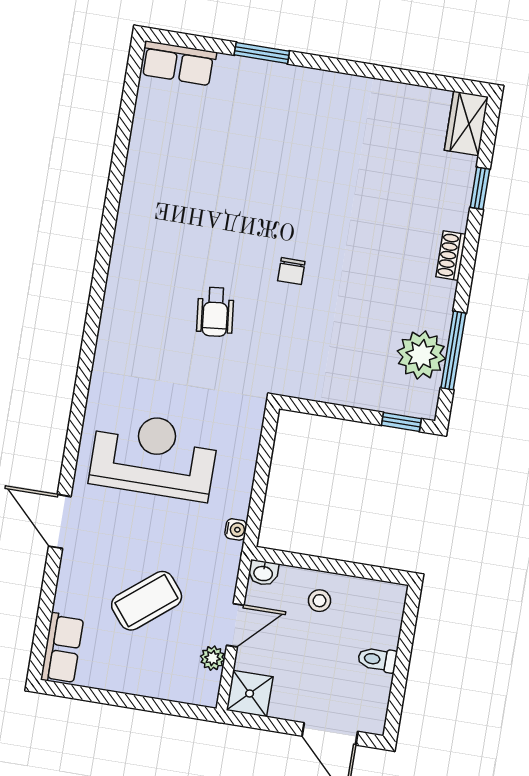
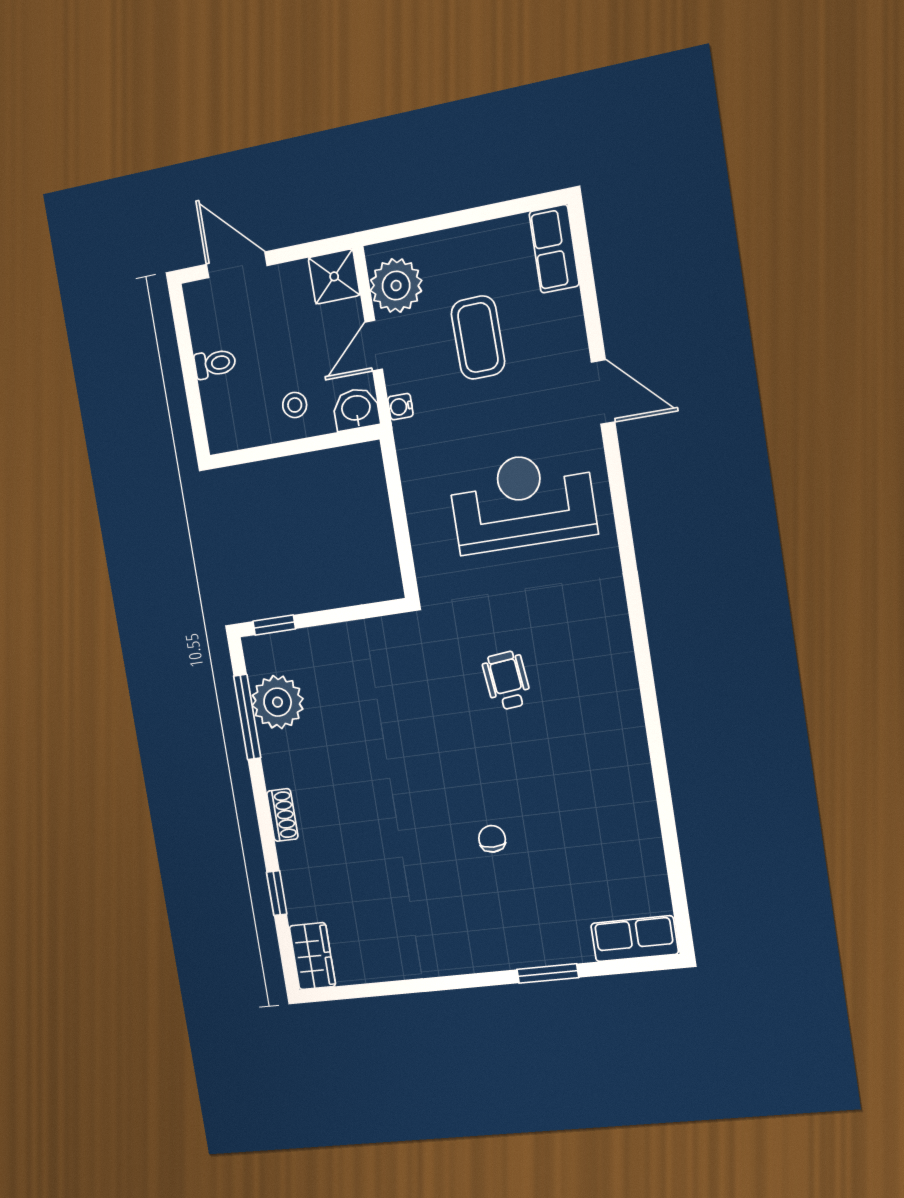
chair: (291, 271) -> (492, 839), moved
reception desk: (154, 456) -> (522, 501), turned 180
water cooler: (236, 529) -> (400, 407), moved
washbasin: (263, 573) -> (356, 409), width x1.38, depth x1.45
coffee table: (147, 601) -> (478, 338), turned -52
plant: (213, 658) -> (396, 286), width x1.88, depth x1.88

